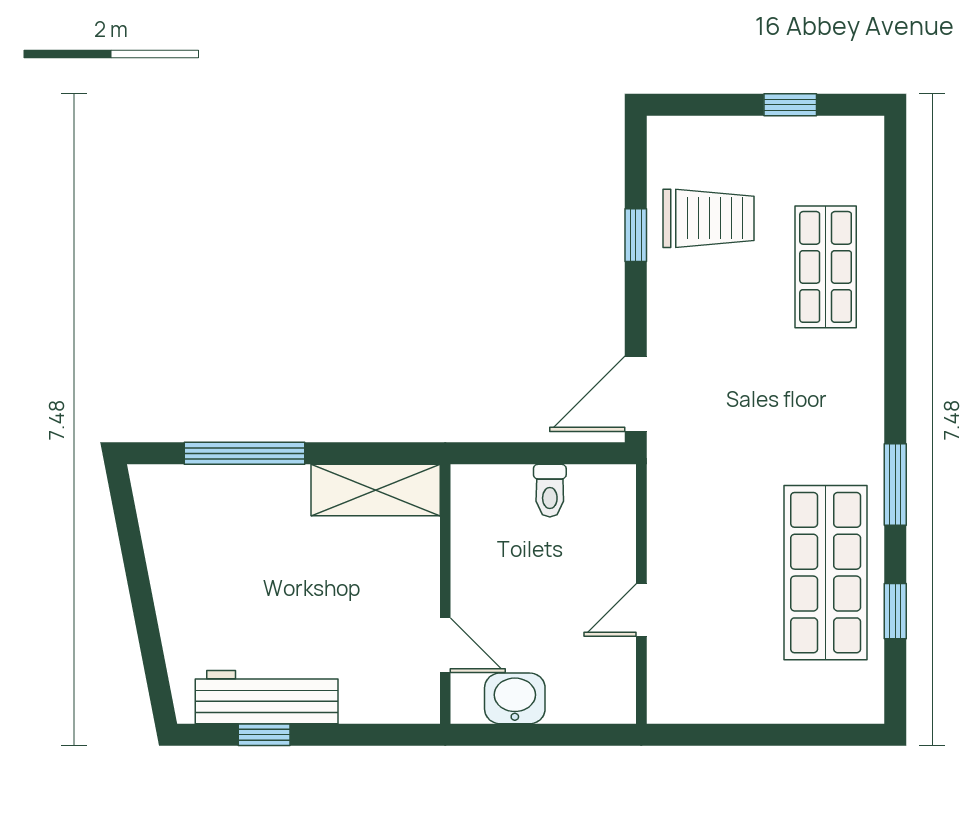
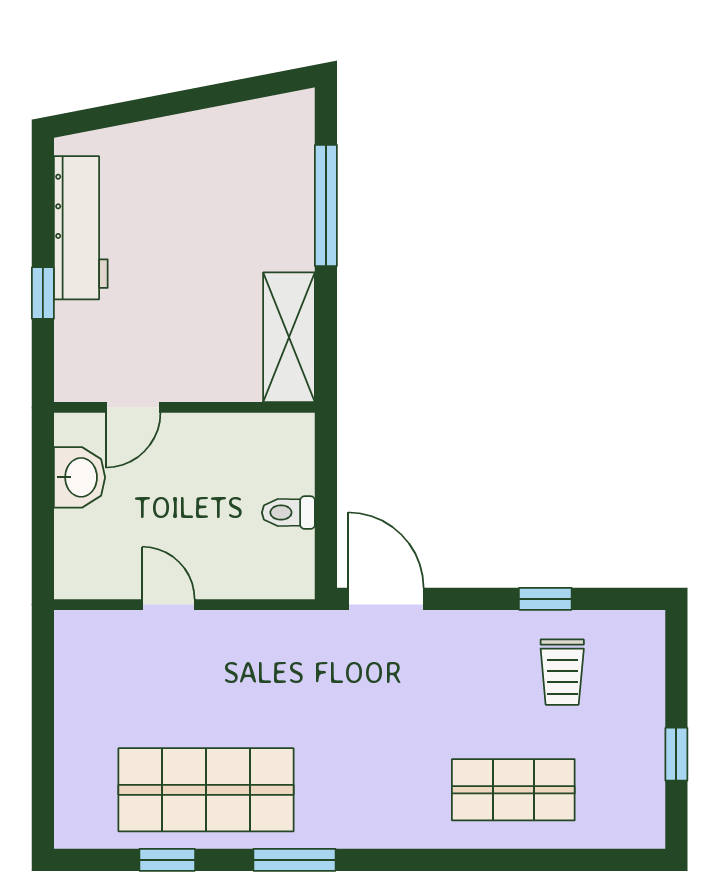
trolley: (709, 218) -> (562, 672), width x0.73, depth x0.72
window: (264, 735) -> (43, 293), moved

